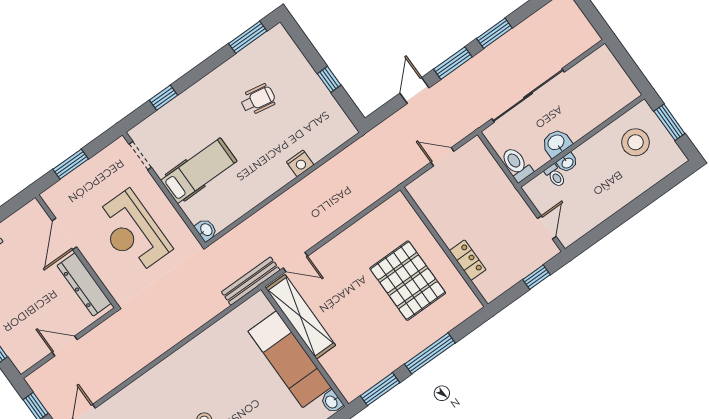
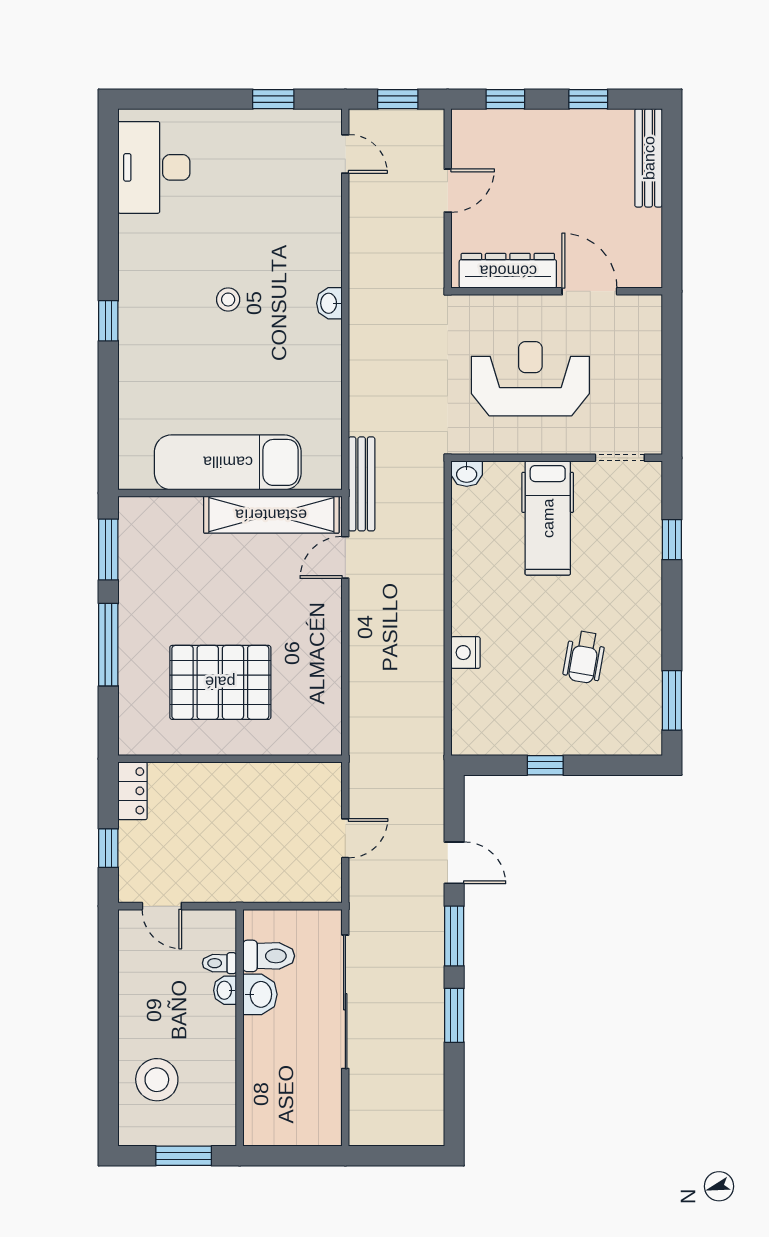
stool: (636, 142) -> (157, 1080), moved
window: (71, 164) -> (672, 362), removed
toilet: (517, 164) -> (269, 956), moved
locker: (468, 260) -> (133, 791), moved, turned -90
washbasin: (332, 402) -> (329, 303), moved, turned -90

